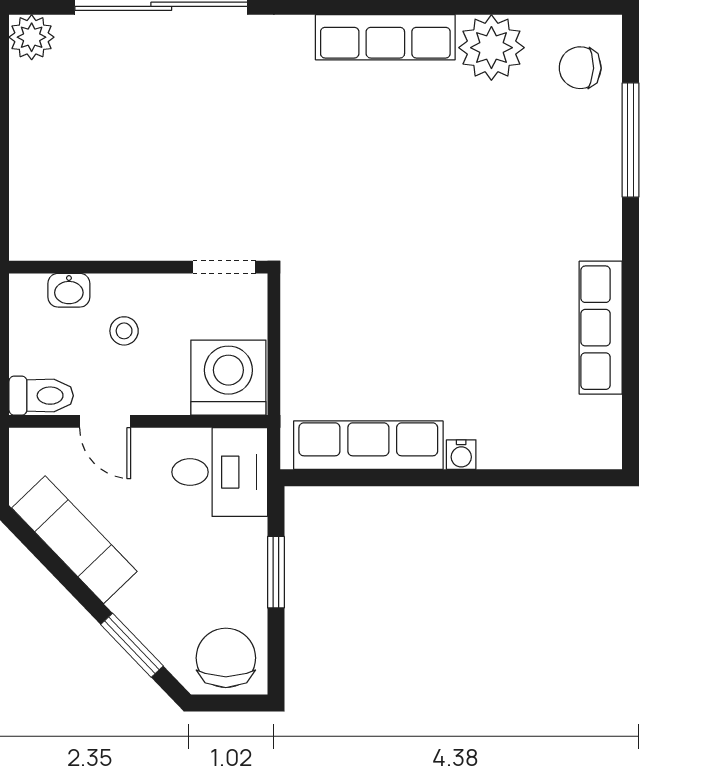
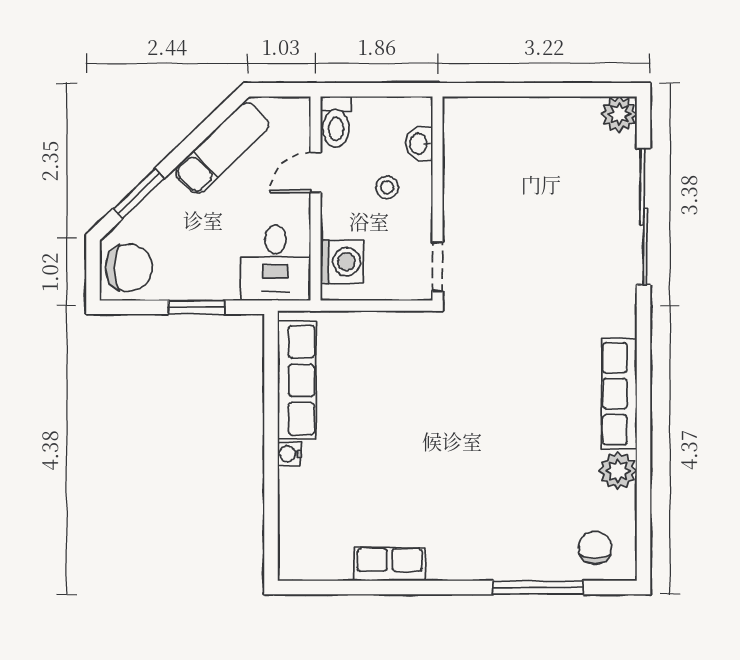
plant: (491, 48) -> (618, 471), width x0.73, depth x0.73
row of seats: (601, 328) -> (390, 564), width x0.68
washing machine: (228, 378) -> (342, 262), width x0.73, depth x0.73

